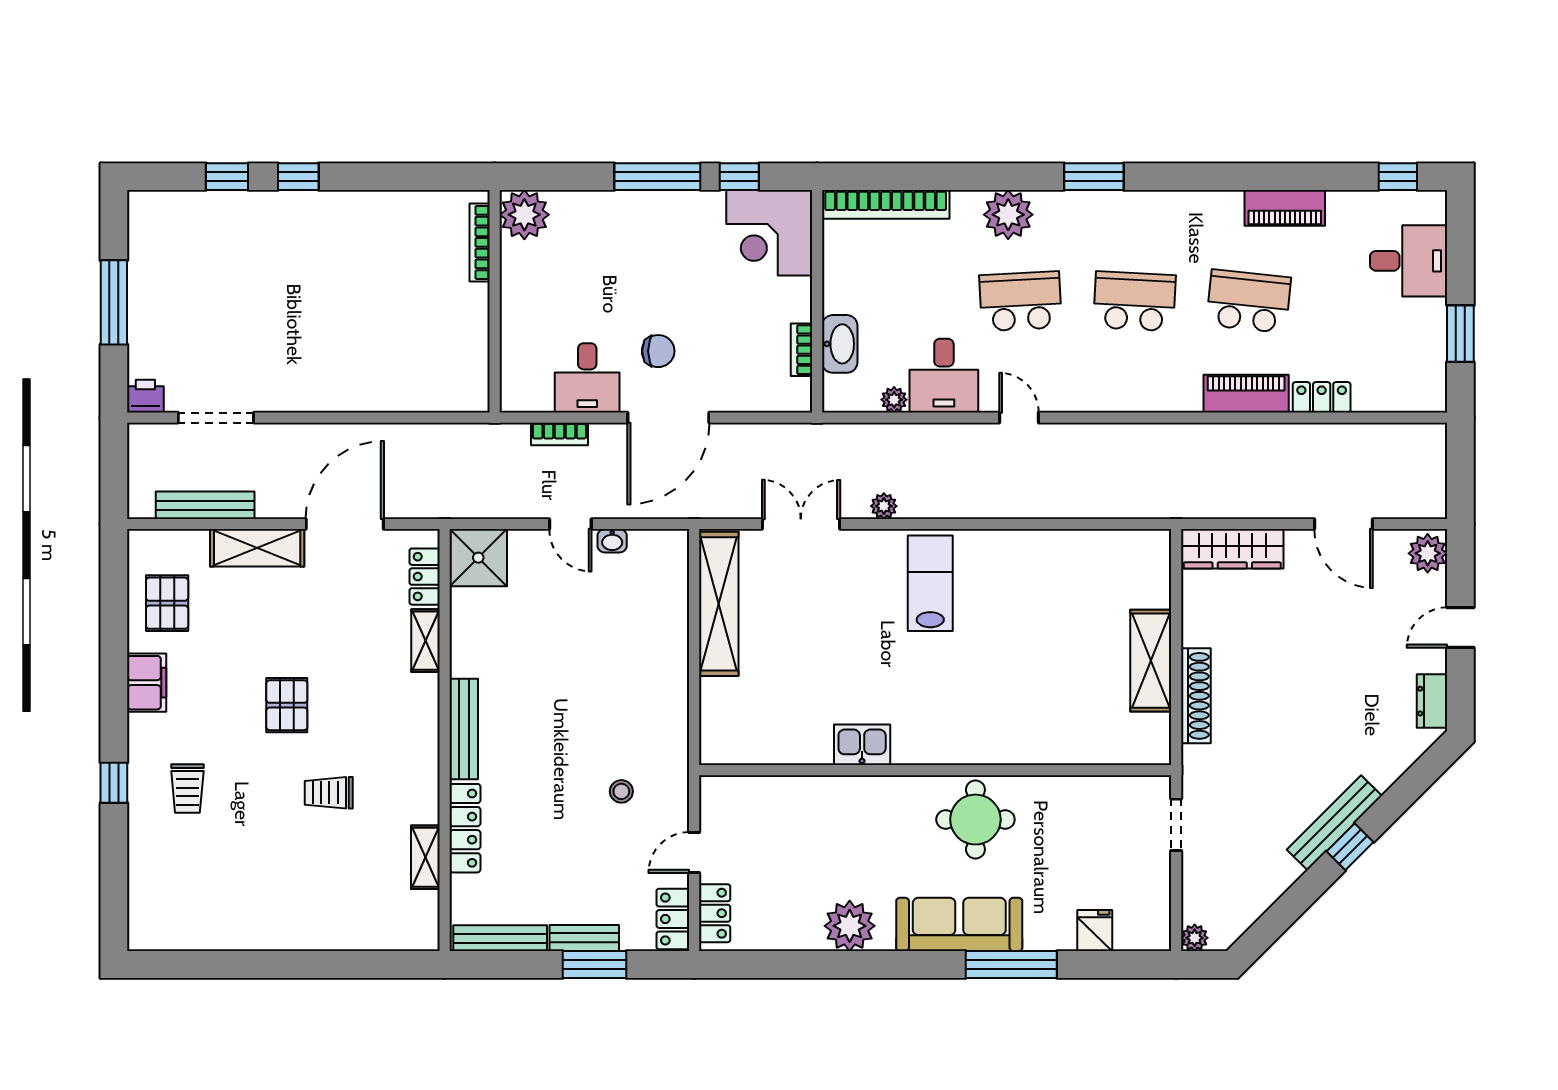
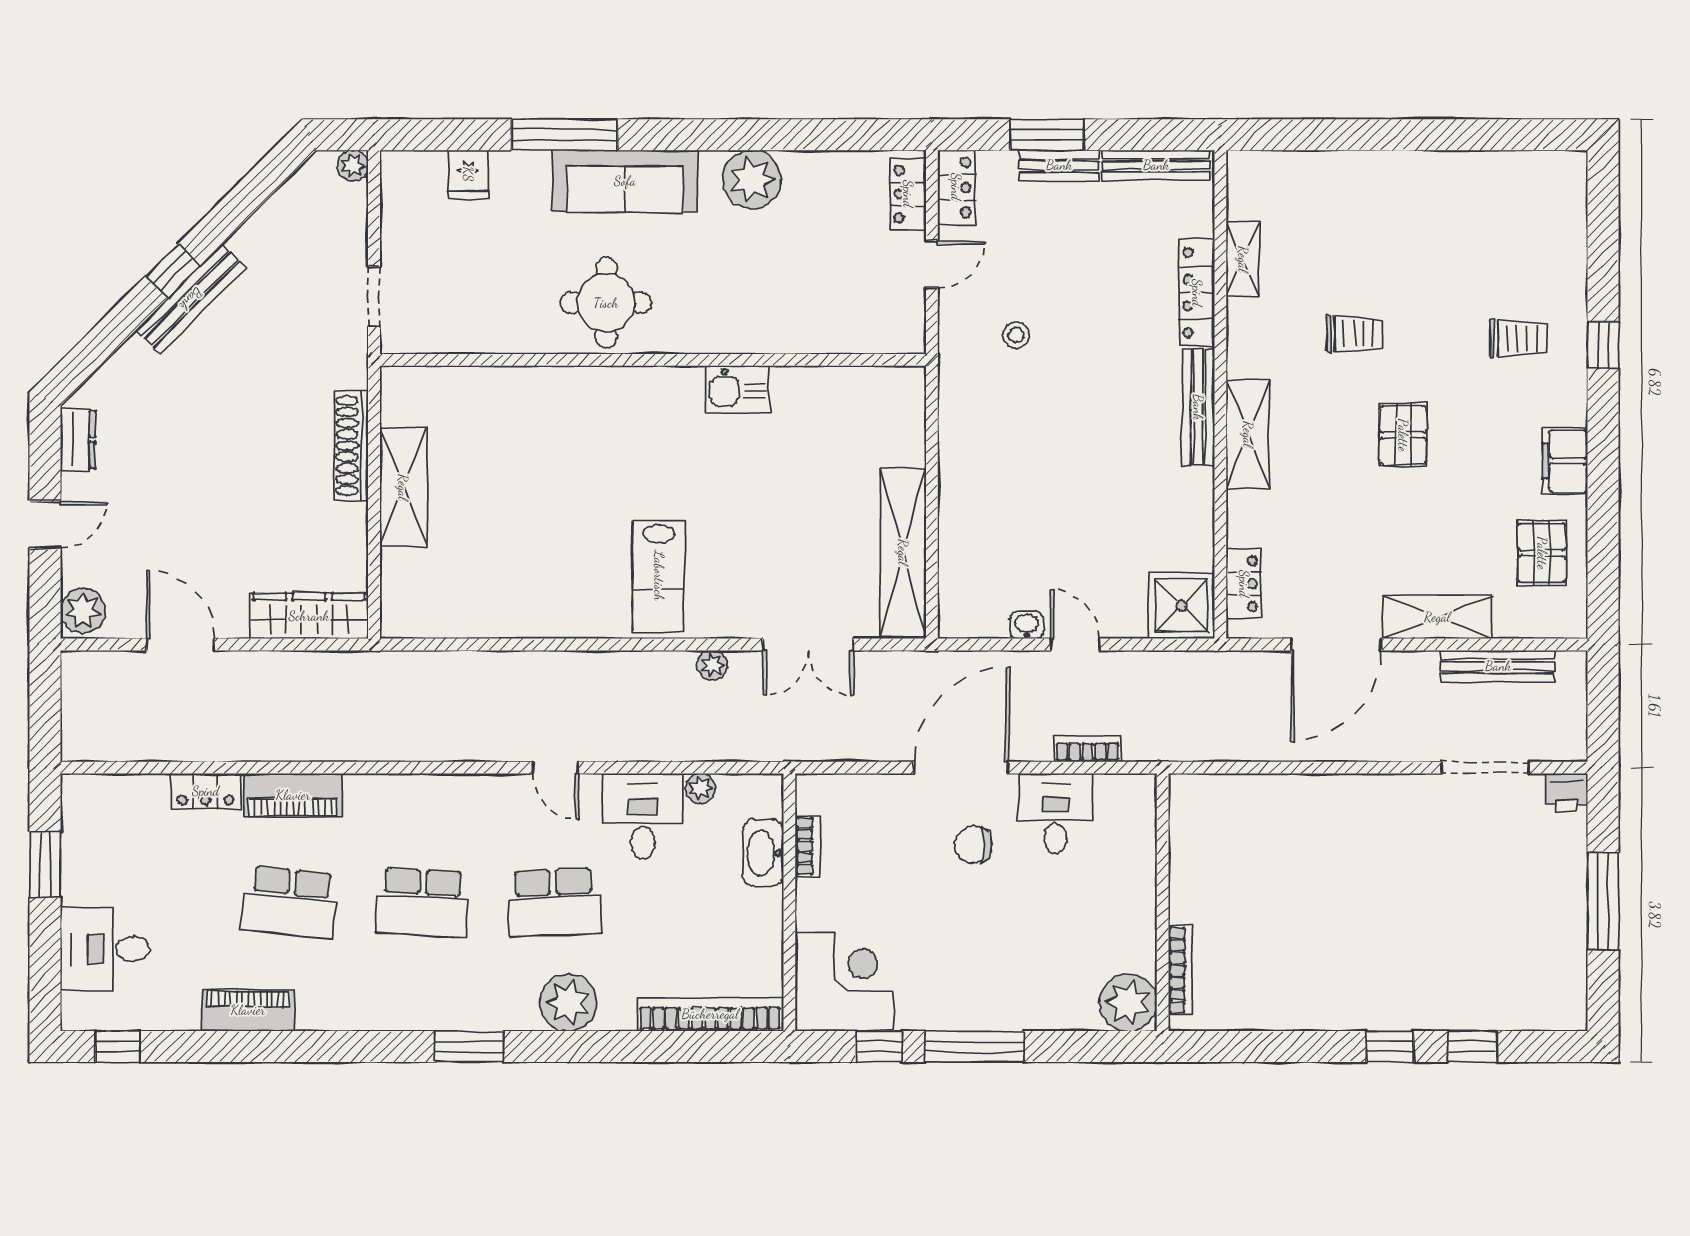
shelving: (426, 641) -> (1248, 434), moved, width x1.50, depth x1.33
trolley: (187, 789) -> (1518, 338), turned 90

